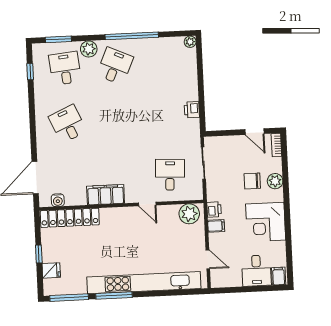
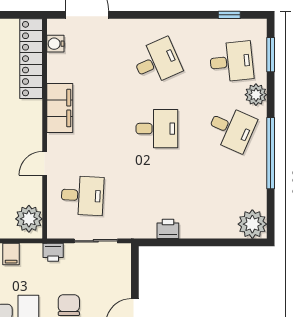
plant: (190, 42) -> (252, 224), width x1.88, depth x1.88
desk: (118, 122) -> (157, 129), added
printer: (214, 209) -> (53, 252), moved

